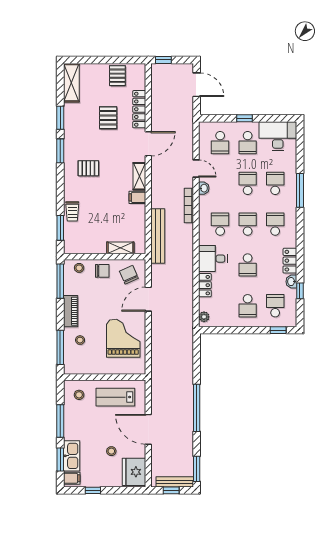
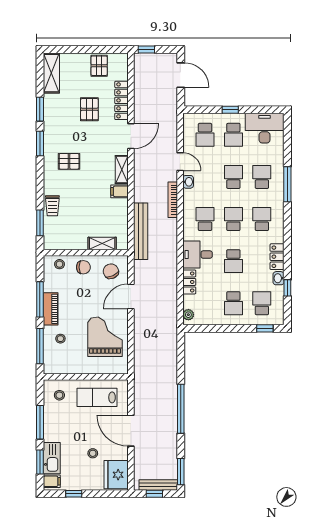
window: (60, 281) -> (40, 299), moved

